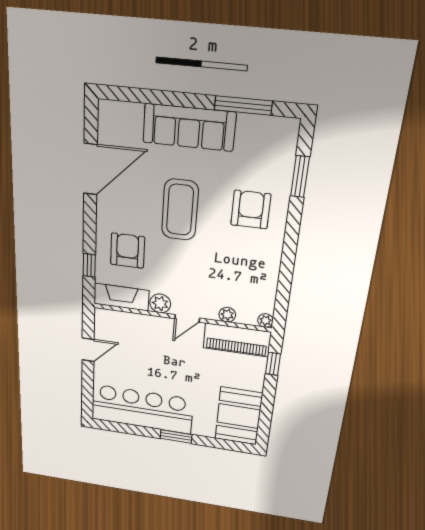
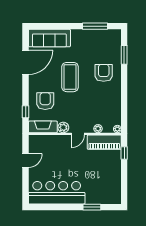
sofa: (189, 127) -> (49, 38), moved
booth: (239, 416) -> (110, 188), removed
window: (176, 437) -> (92, 207), moved

